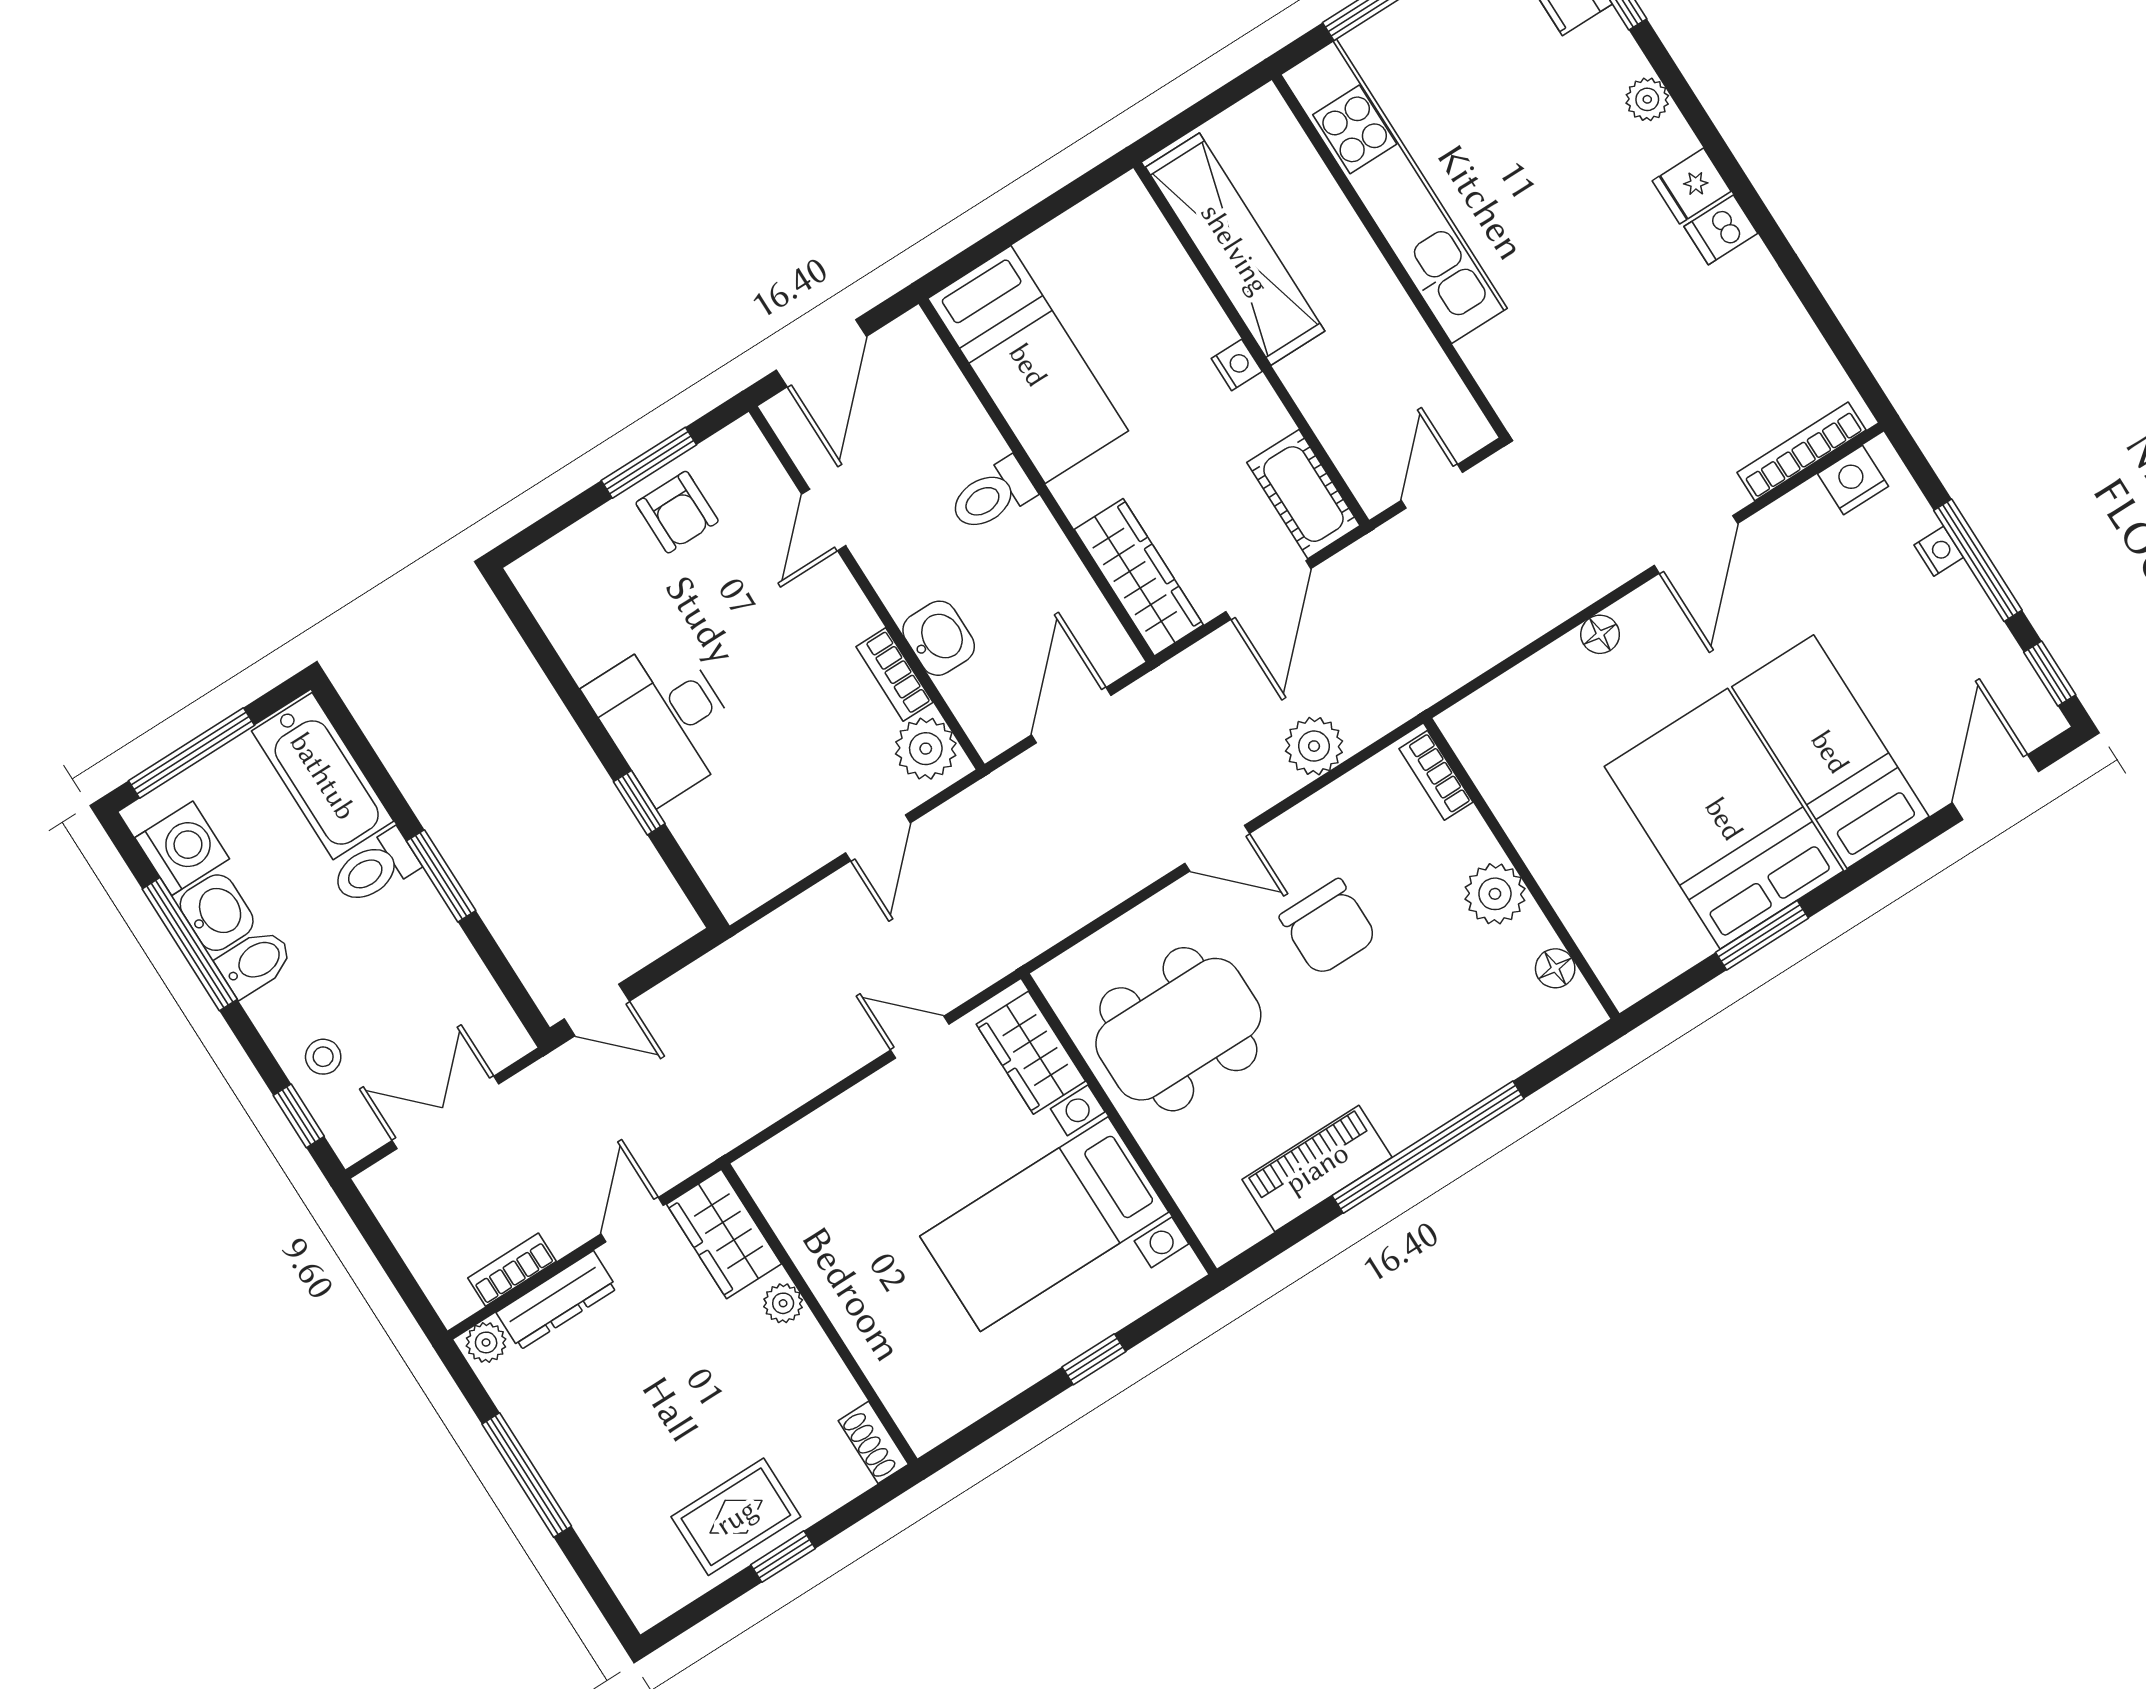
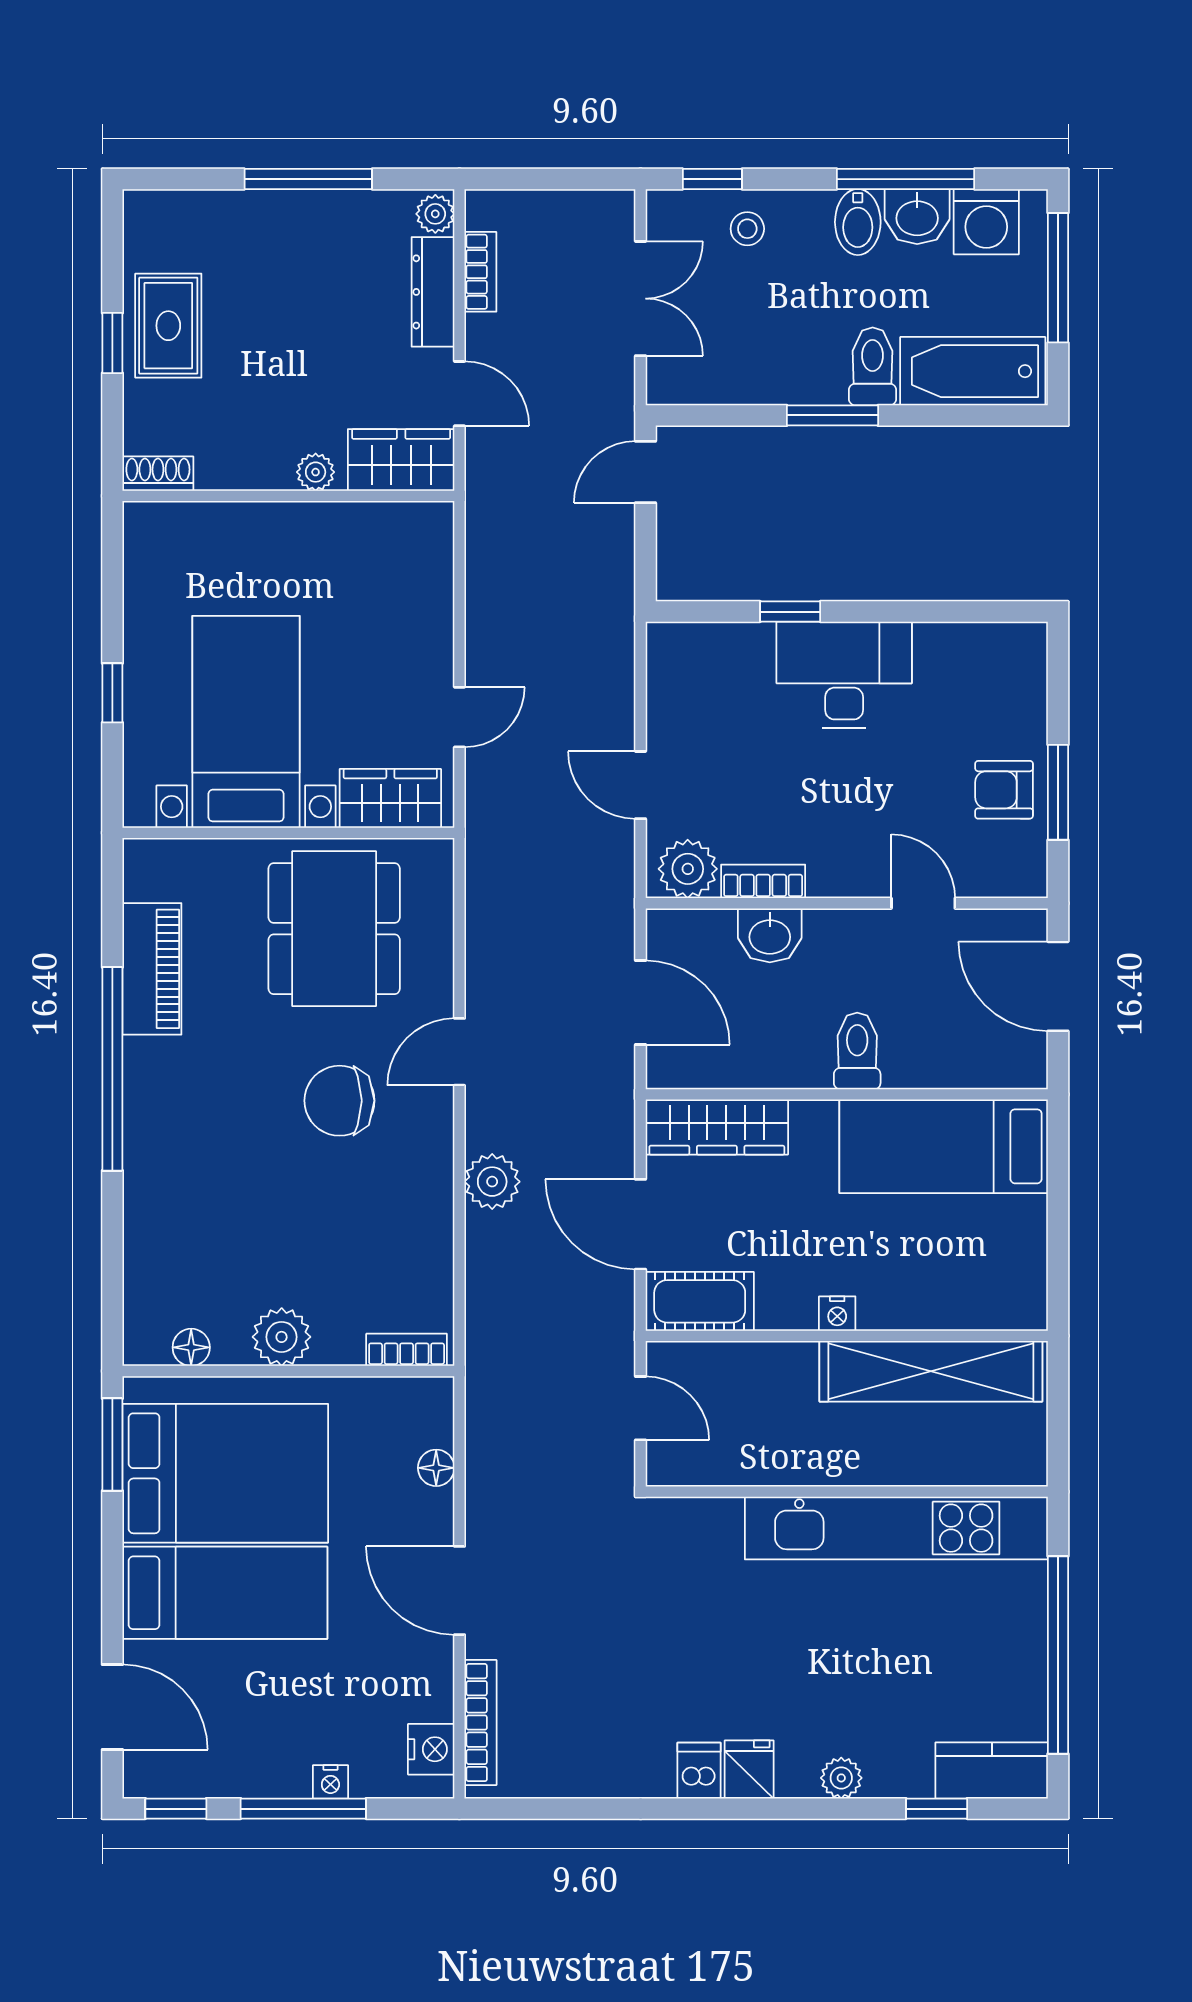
bookcase: (1436, 775) -> (407, 1350), moved
wall: (1521, 868) -> (288, 1371), moved
plant: (1495, 894) -> (282, 1337), moved
floor lamp: (1555, 968) -> (191, 1347), moved

